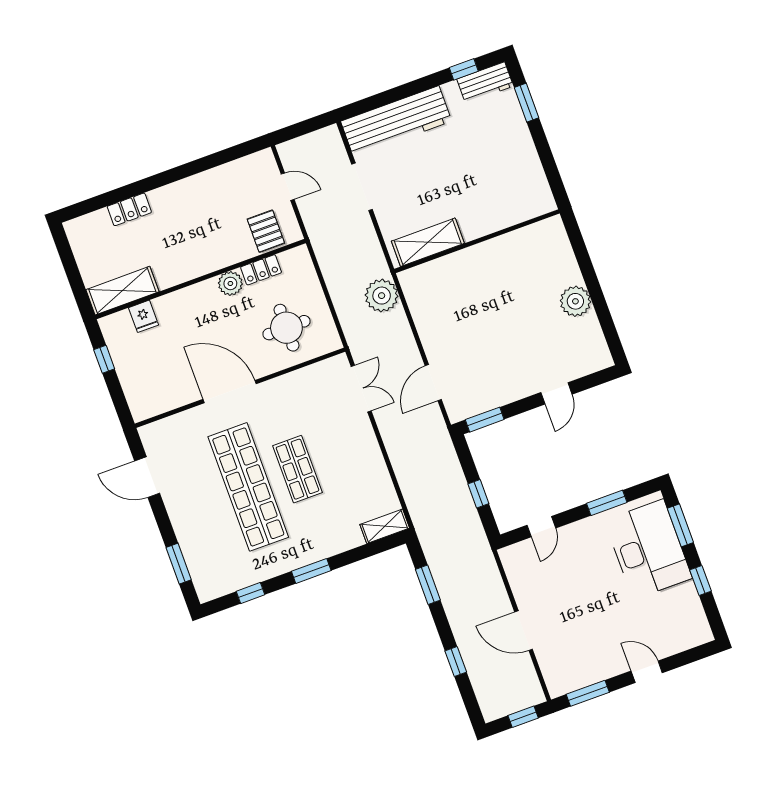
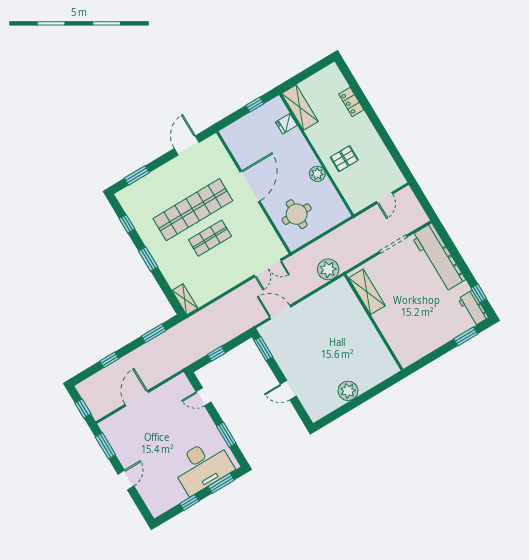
pallet: (266, 231) -> (344, 159), moved
locker: (261, 270) -> (330, 191), removed

